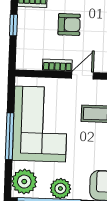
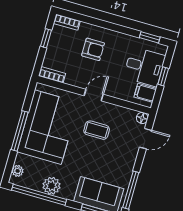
bookcase: (57, 65) -> (52, 75), moved
plant: (24, 182) -> (18, 171), width x0.53, depth x0.53

